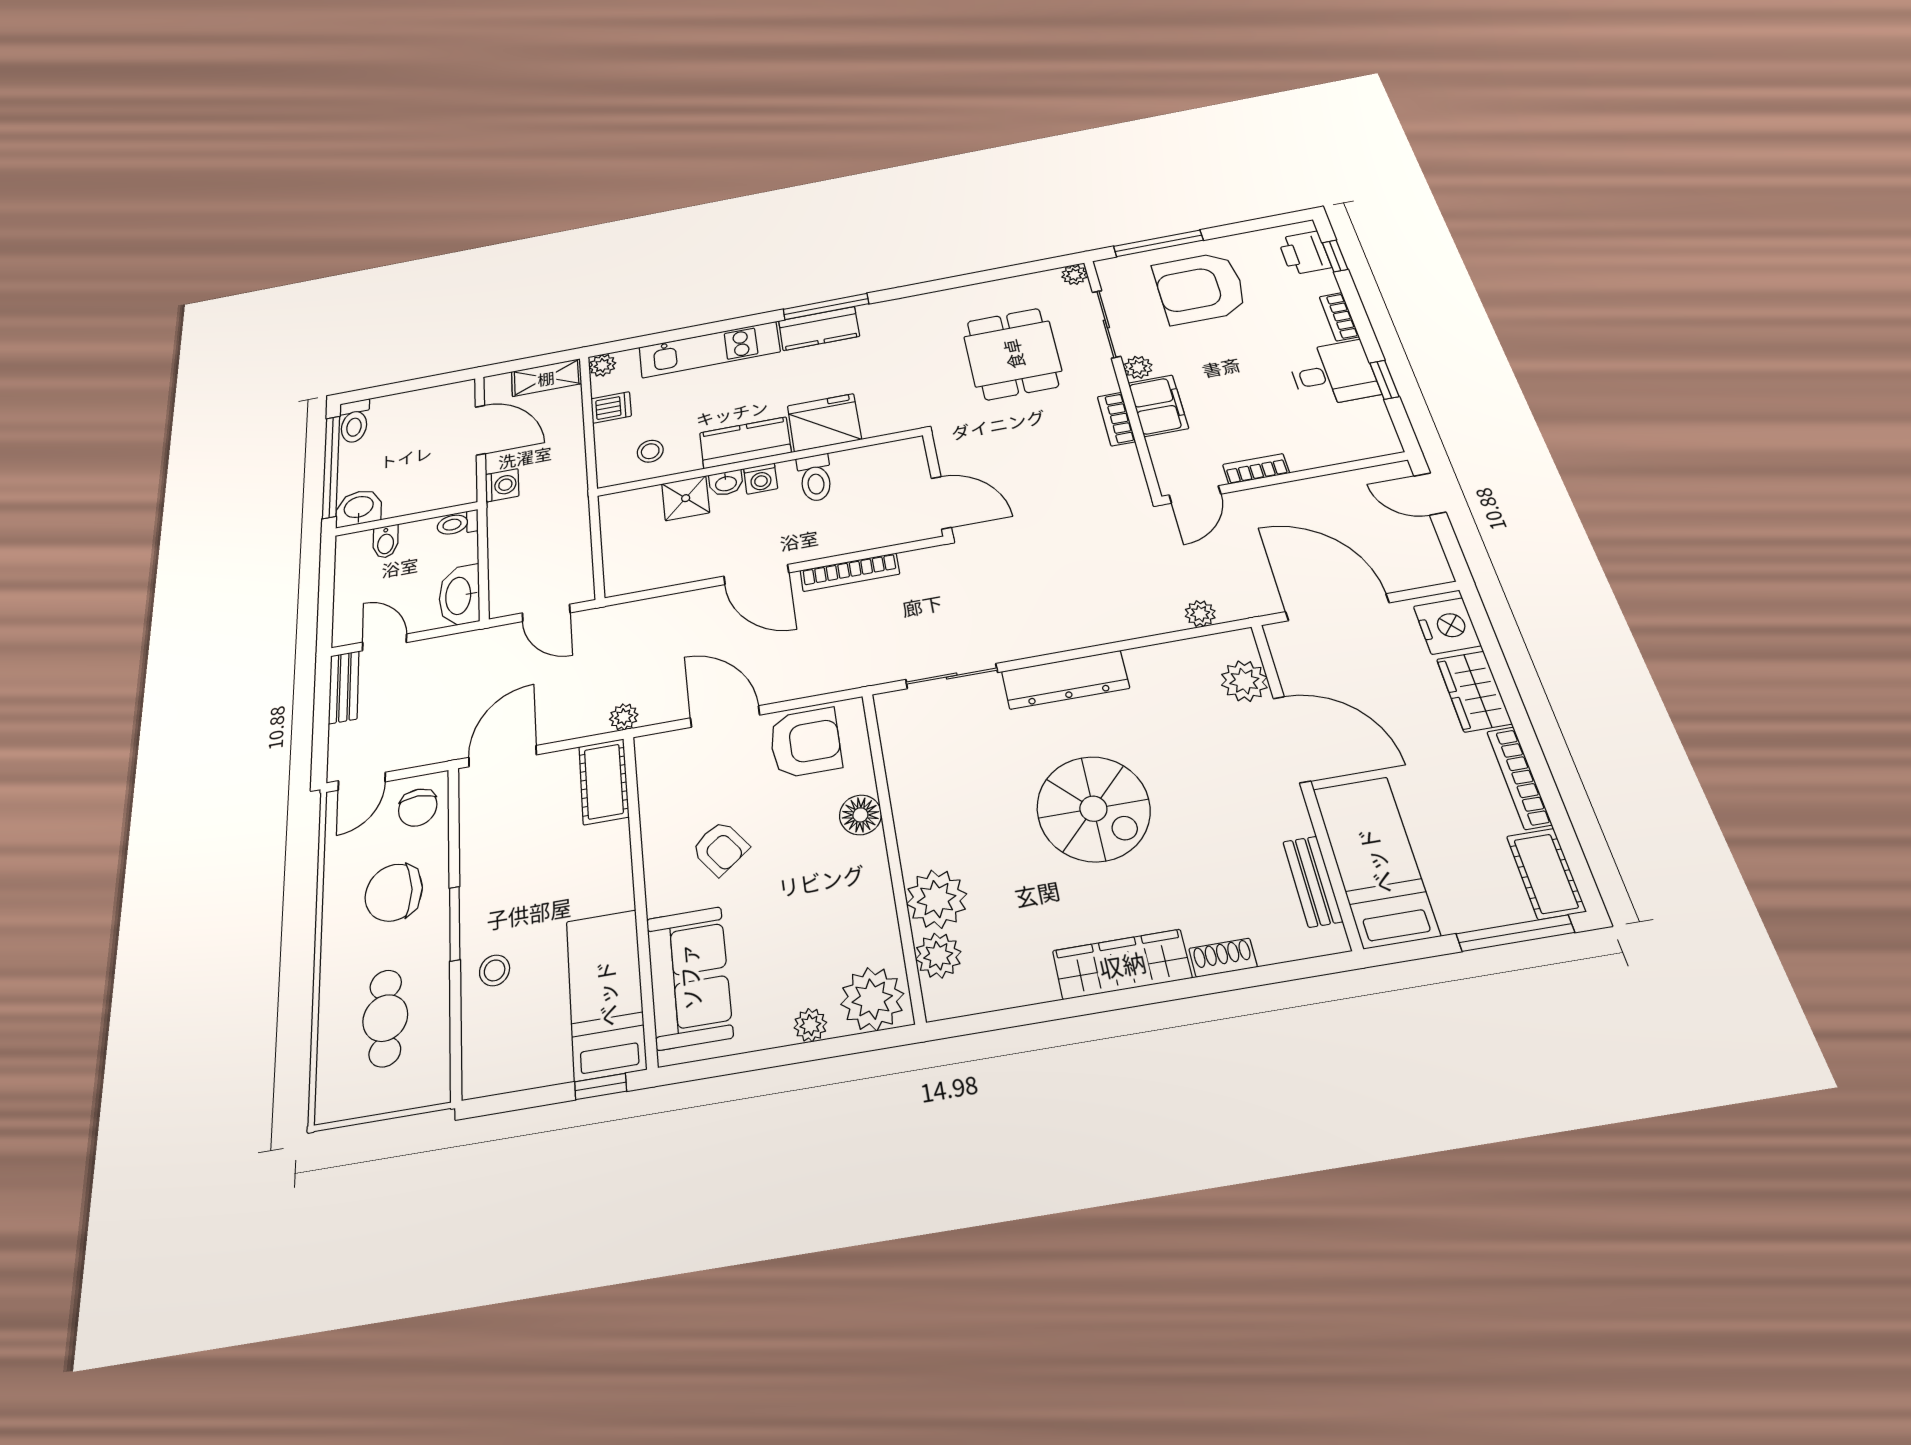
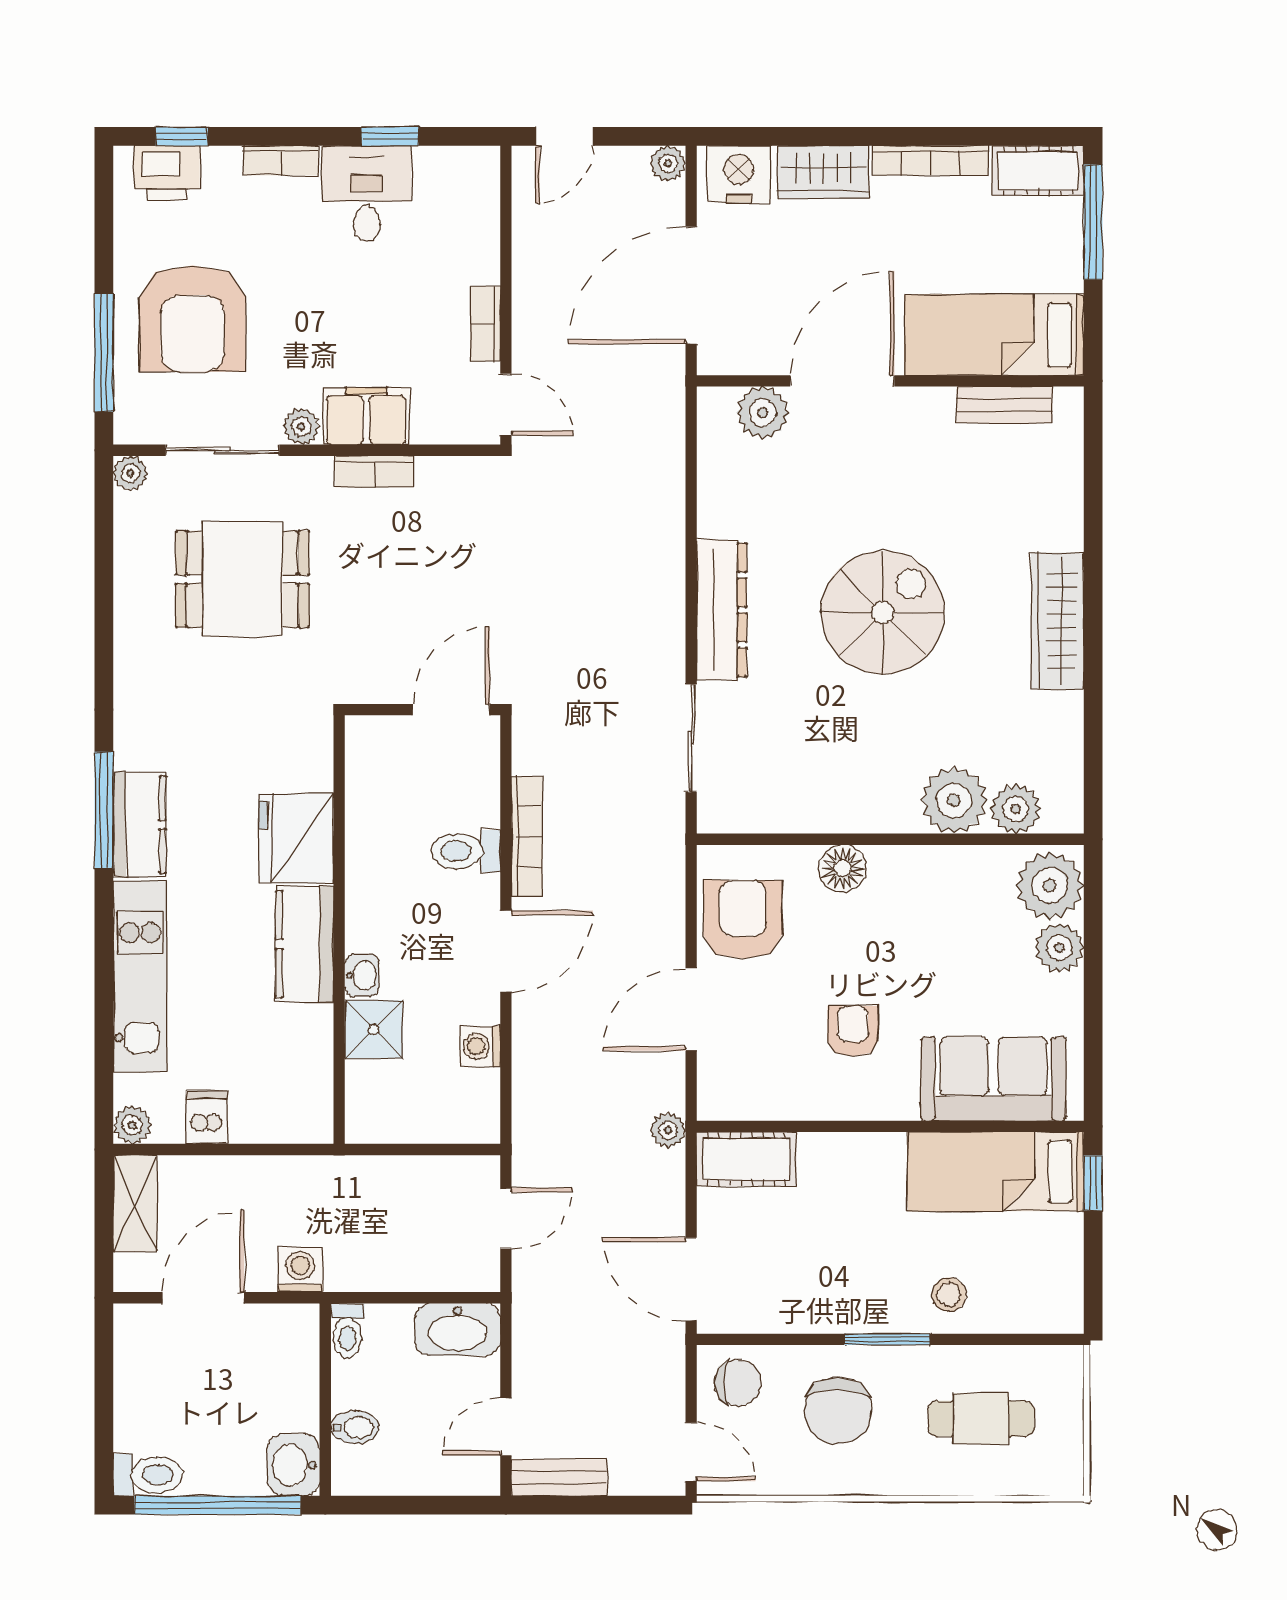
stool: (650, 451) -> (290, 1070), removed
toilet: (815, 478) -> (466, 851), moved, turned 180
washing machine: (761, 479) -> (480, 1046), moved, turned 180
plant: (1200, 614) -> (668, 163), moved
armchair: (720, 848) -> (853, 1031), turned -53
shoe rack: (1223, 958) -> (1068, 517), removed
plant: (810, 1025) -> (1059, 948), width x1.38, depth x1.38

